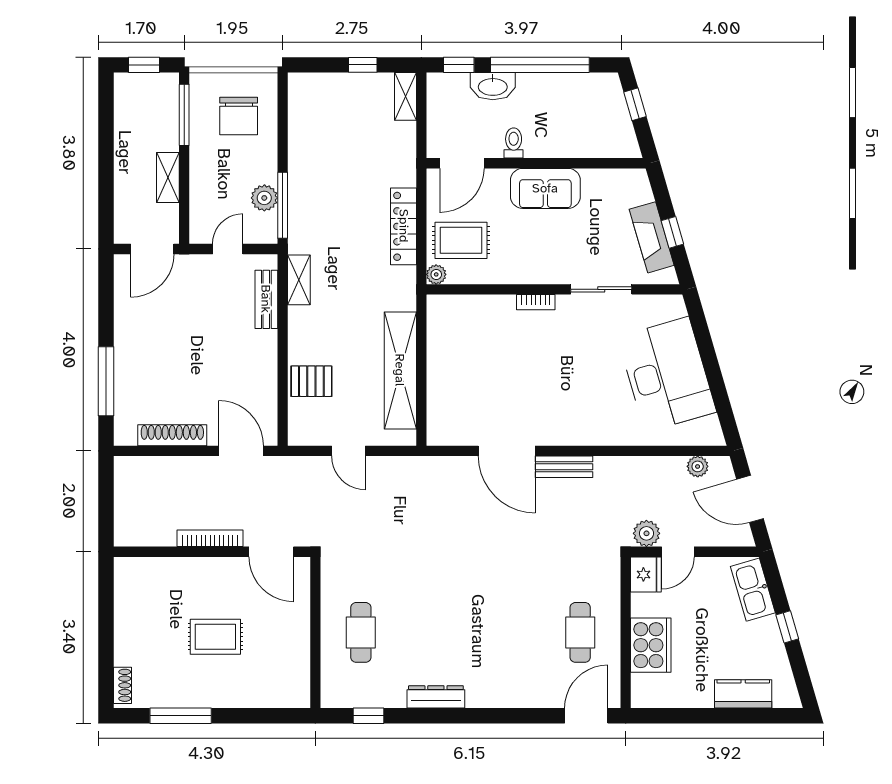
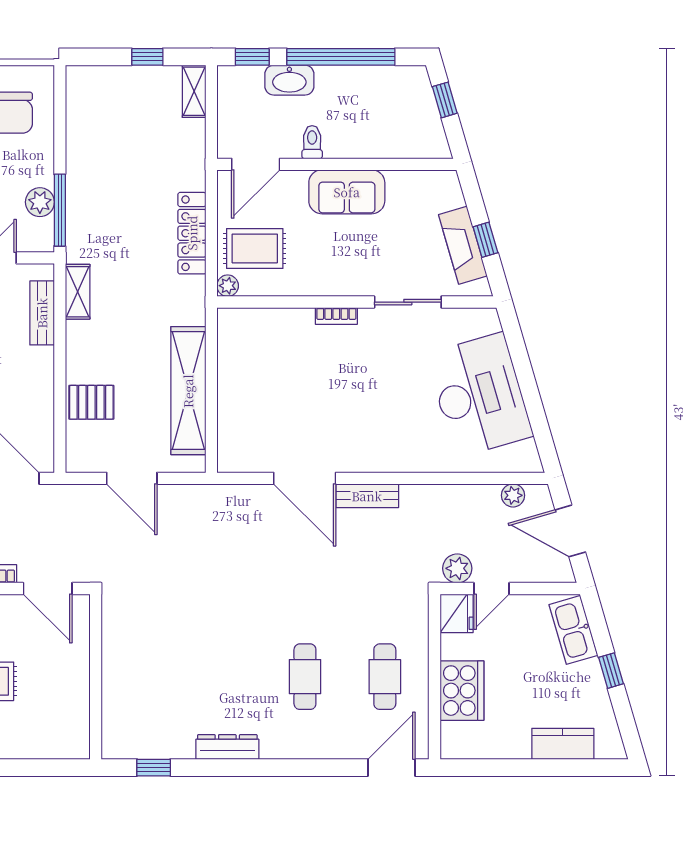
door: (348, 451) -> (132, 478), width x1.38
cafe table: (361, 632) -> (305, 677), moved

